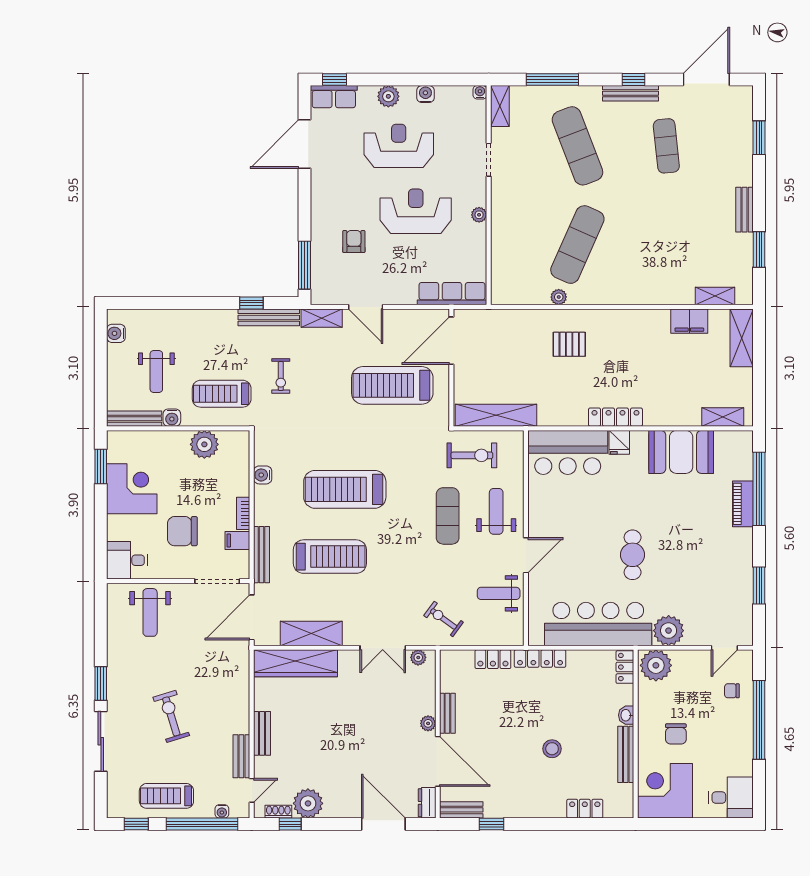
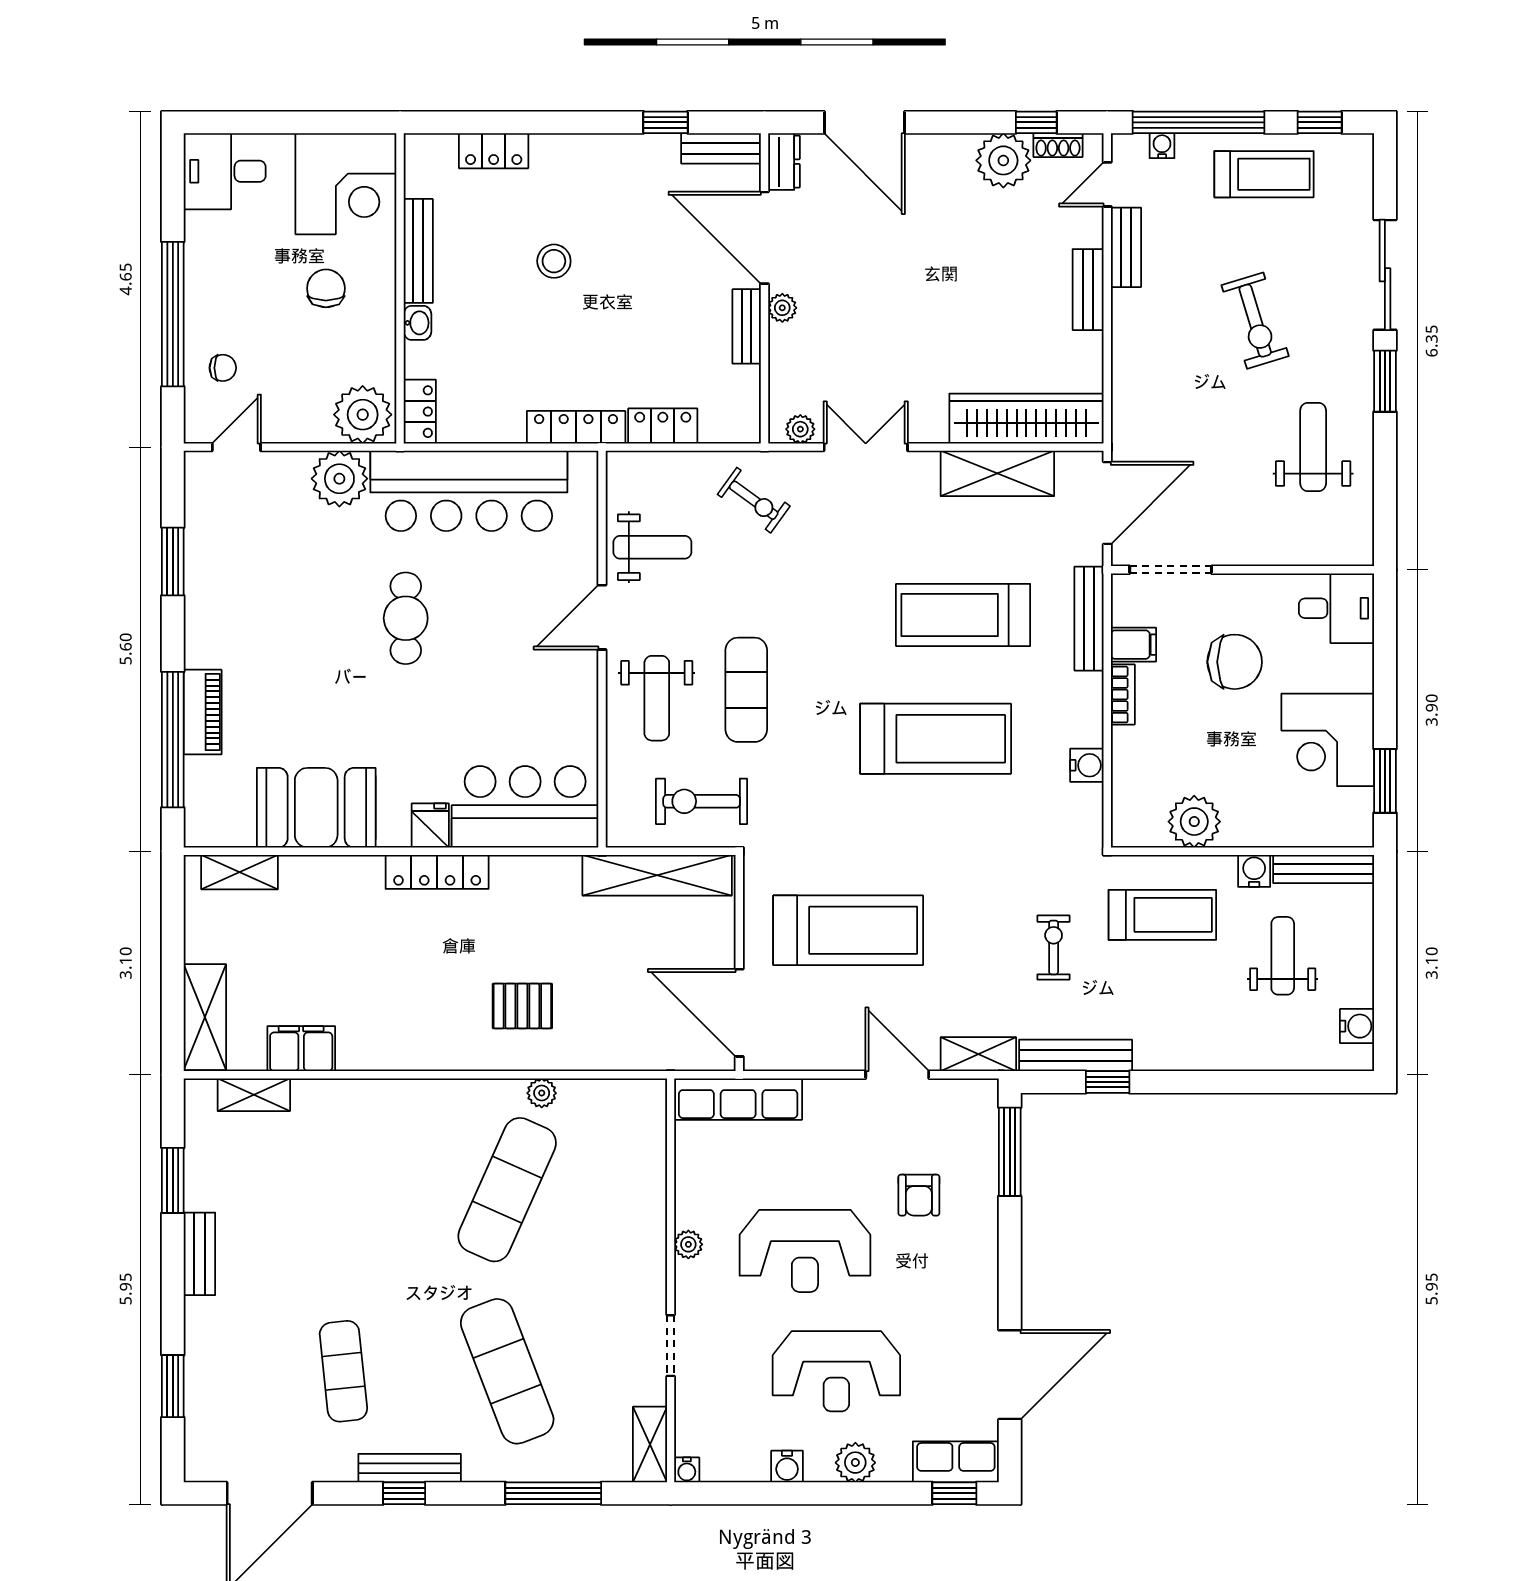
door: (451, 341) -> (739, 1013), swing flipped
weight bench: (150, 612) -> (1313, 447), moved

